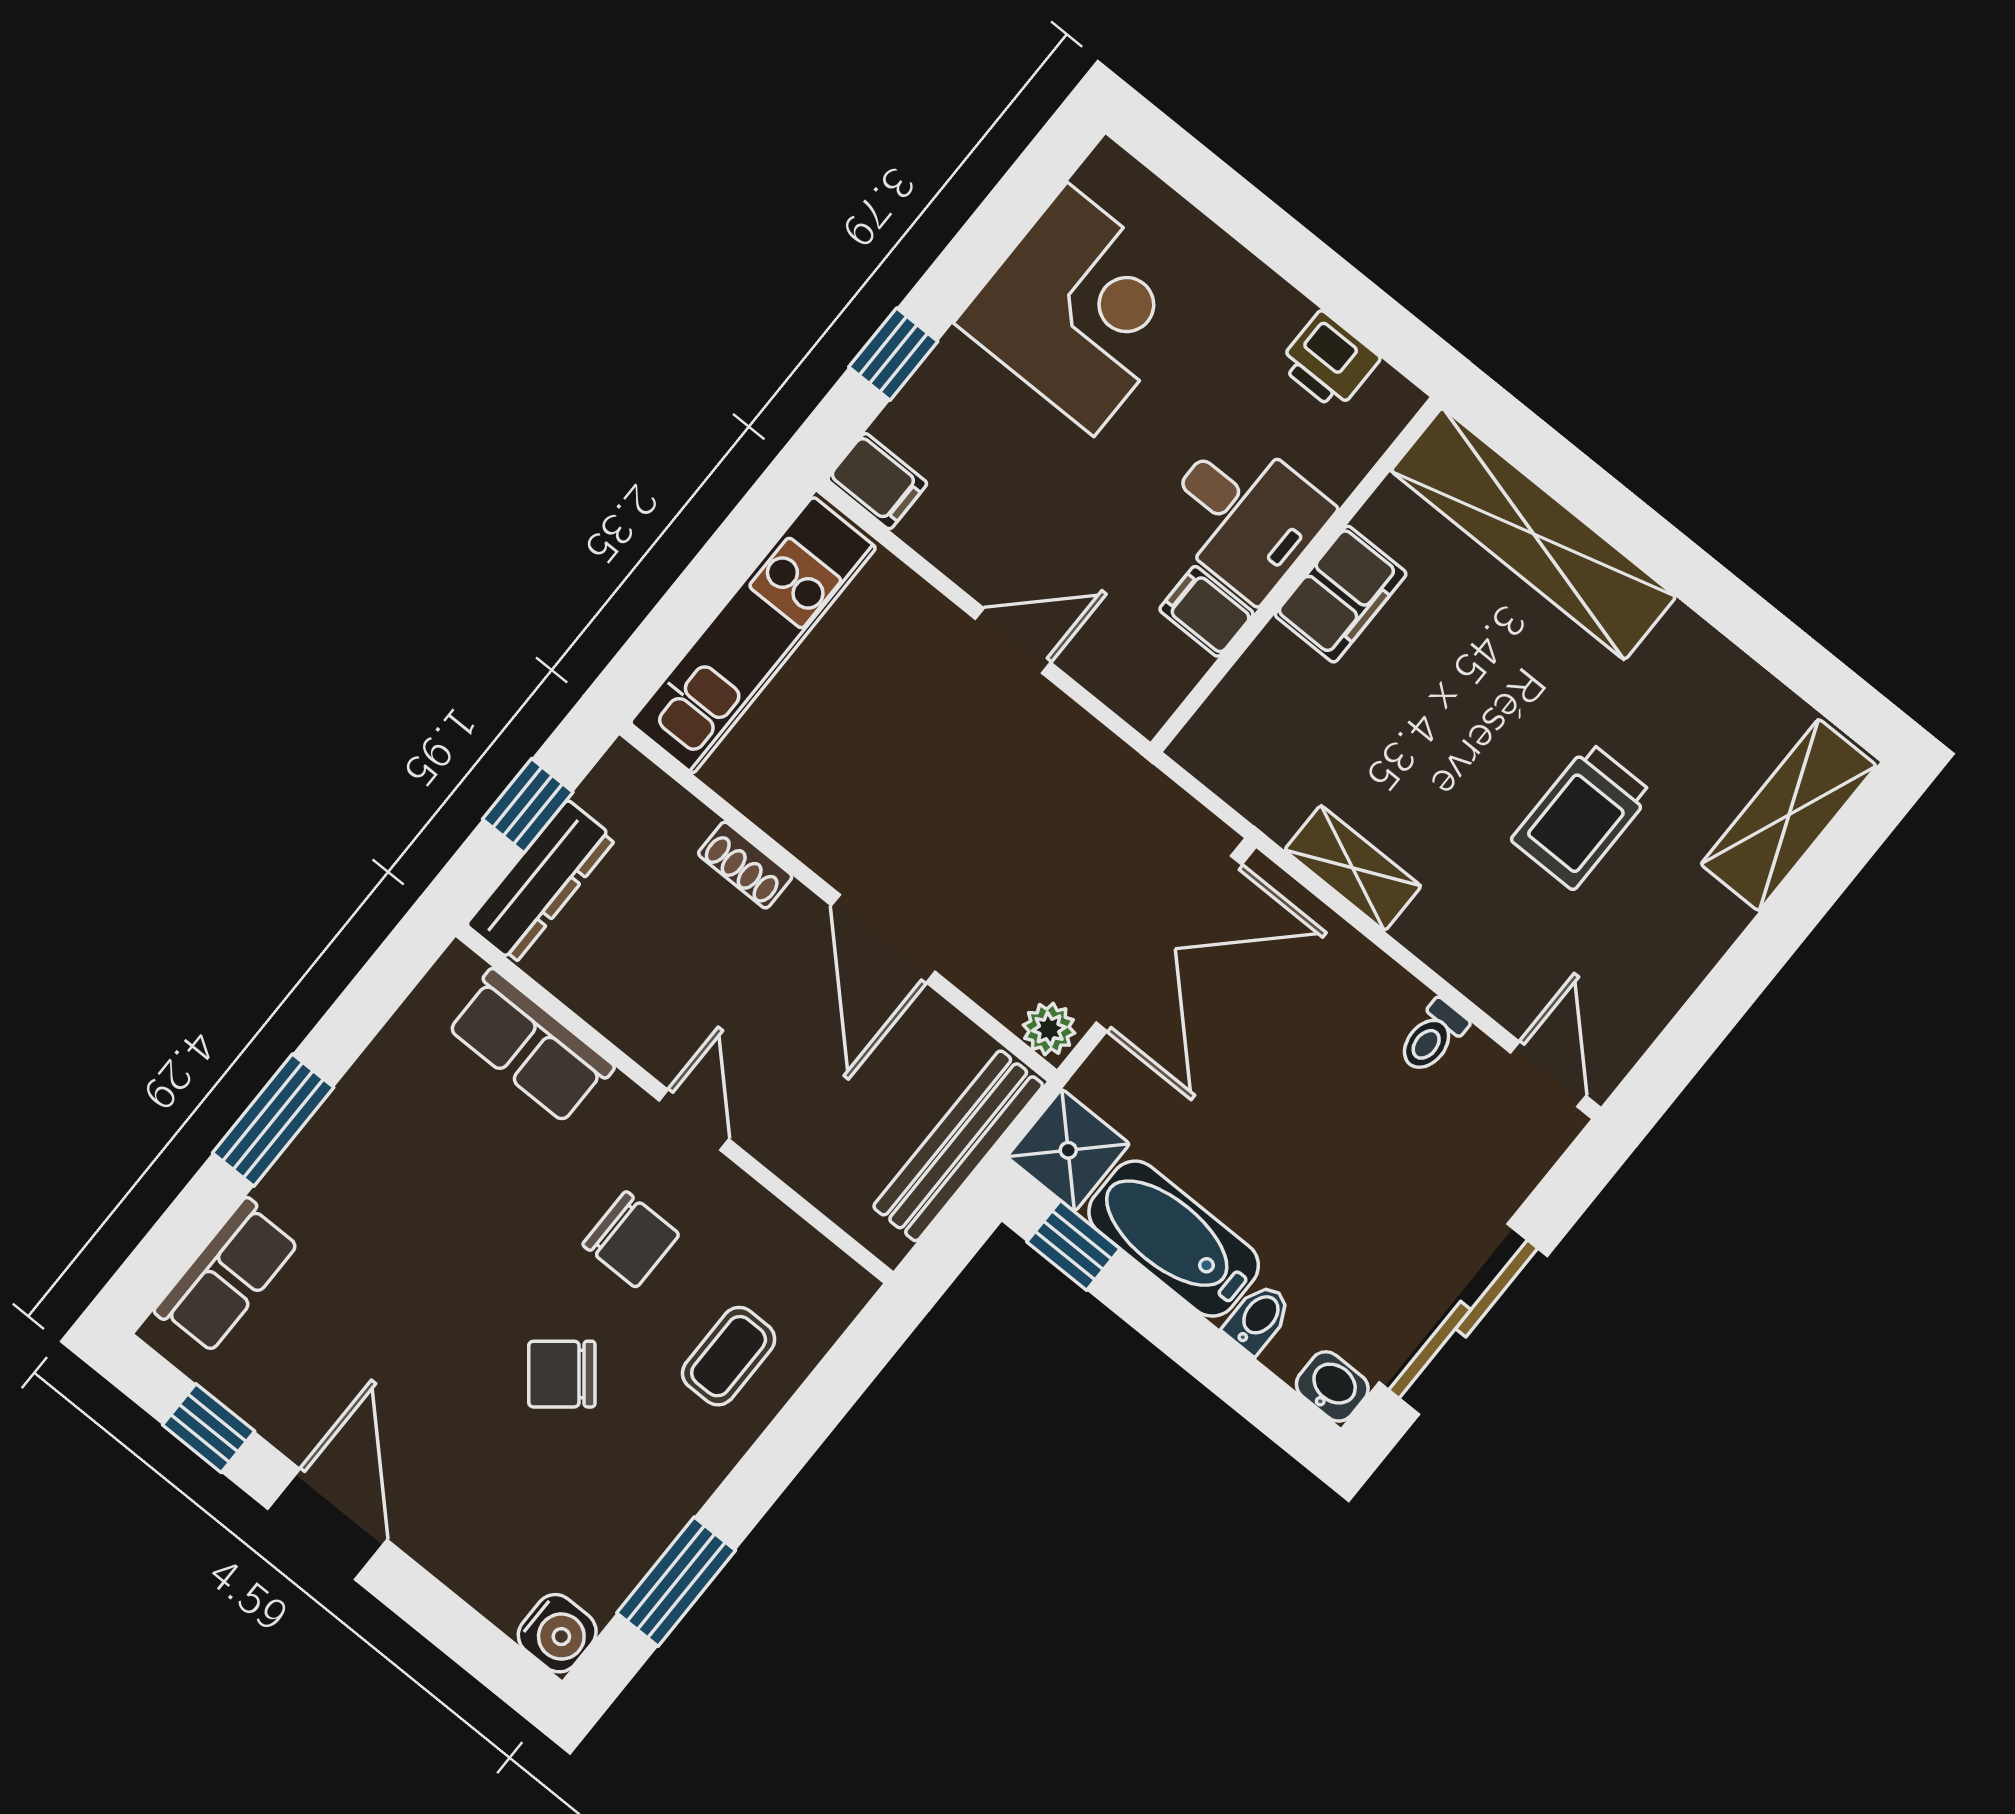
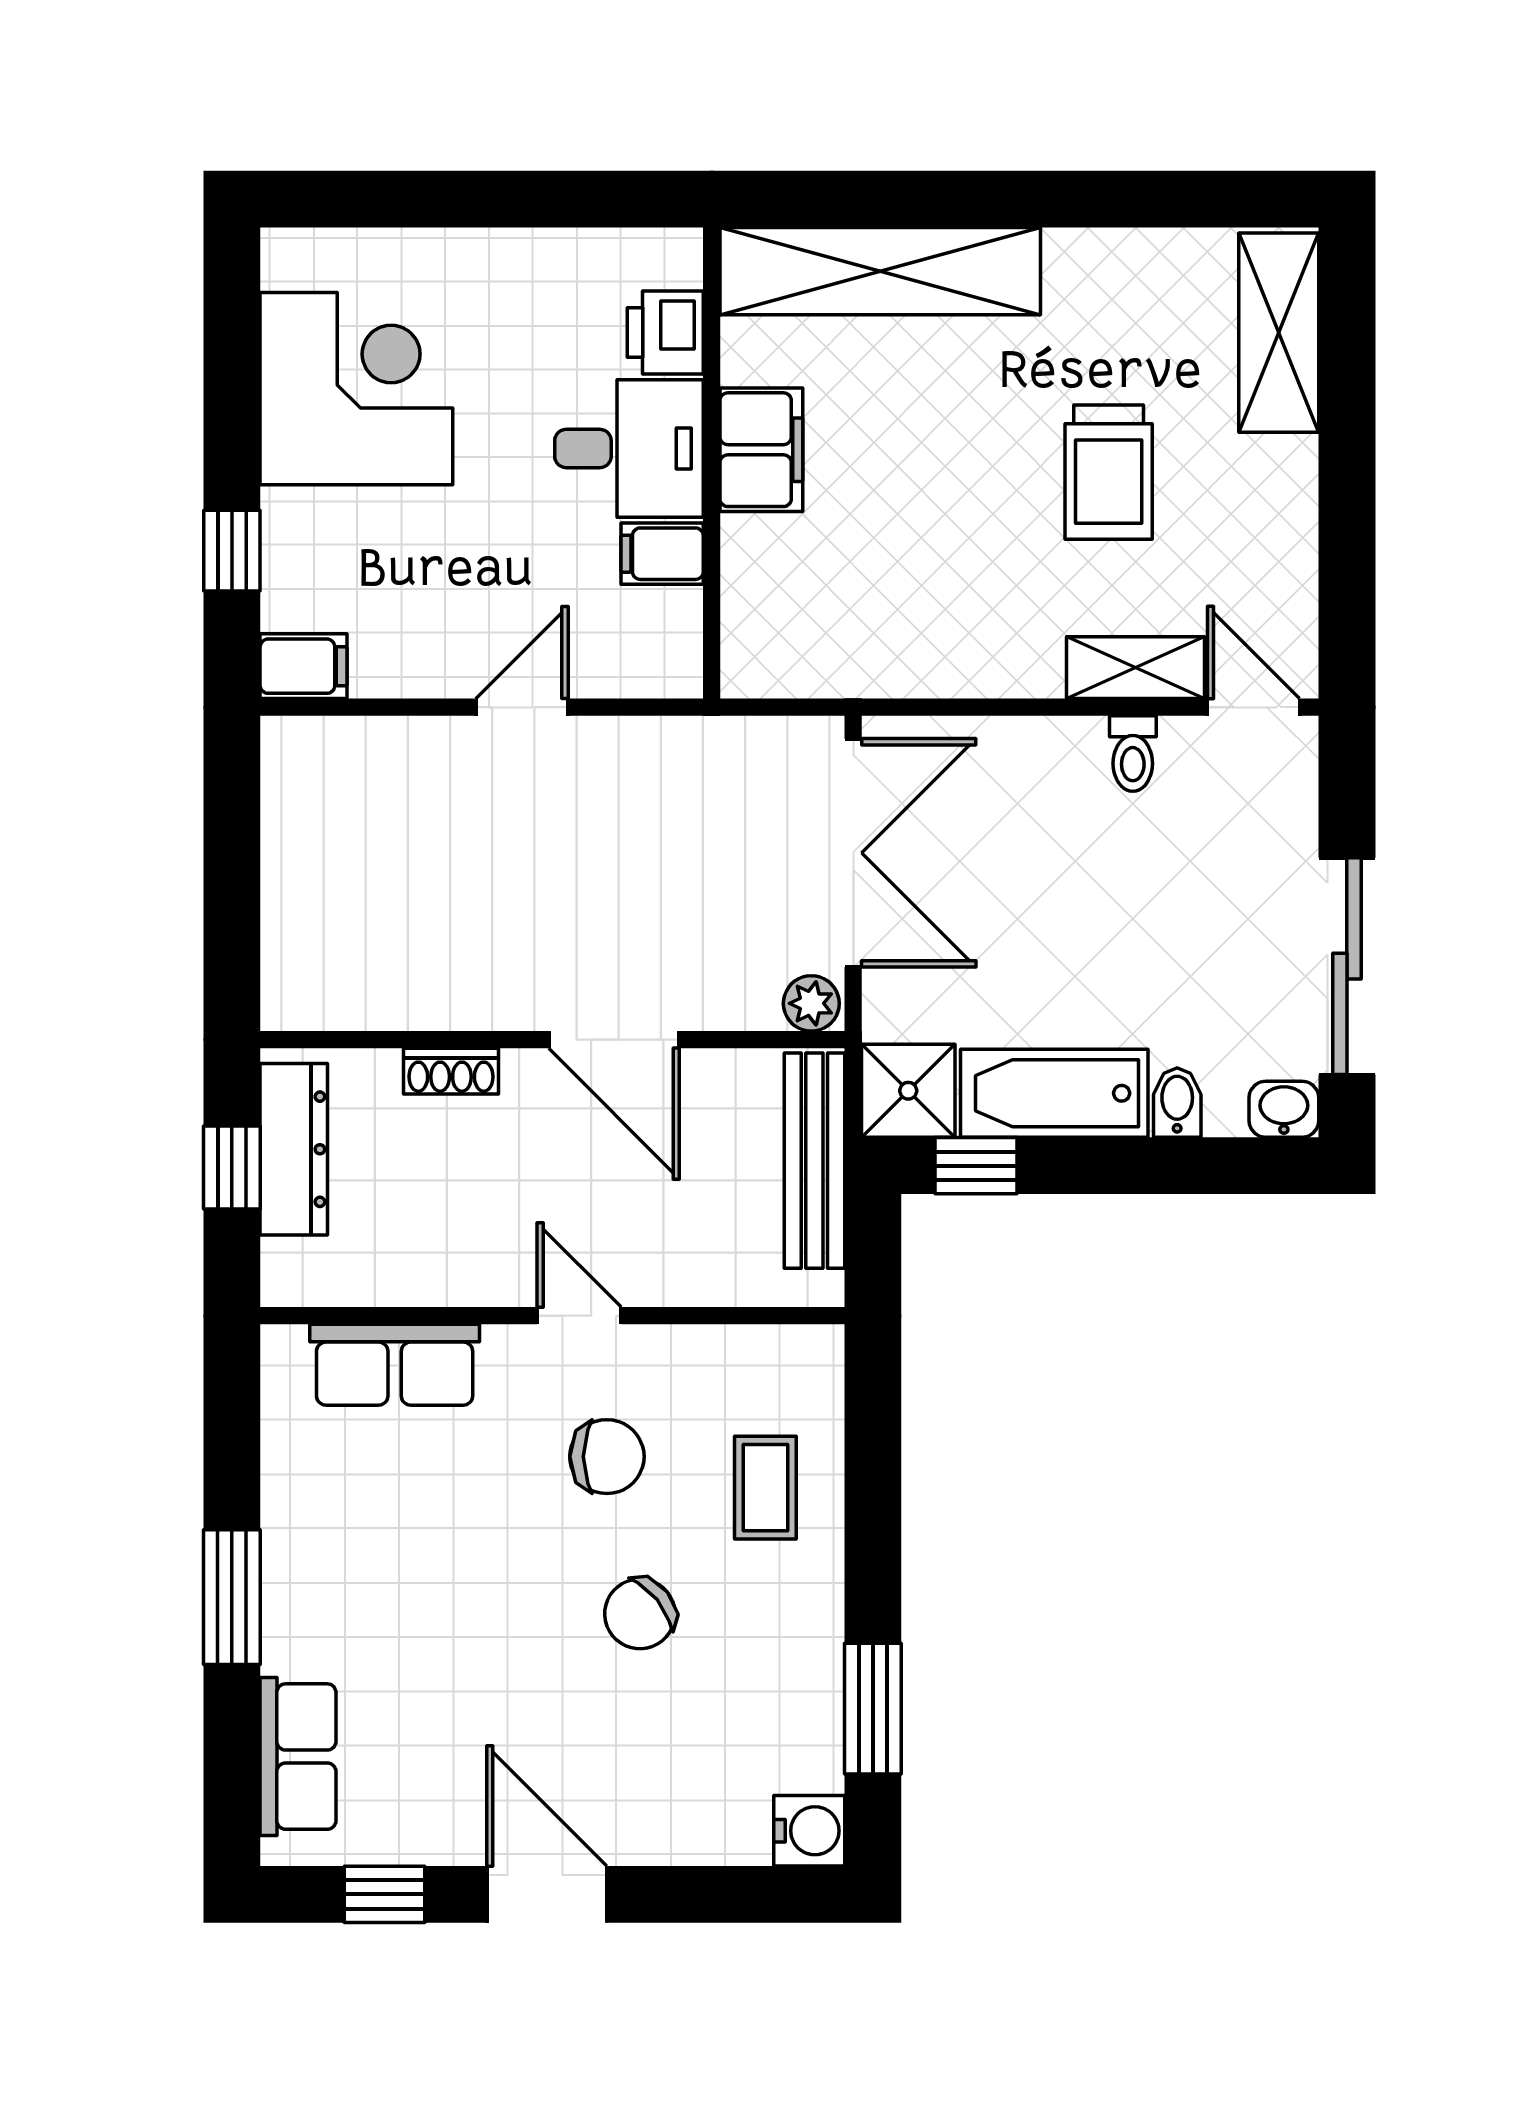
printer: (1329, 361) -> (665, 332), moved, turned 90
kitchen unit: (753, 635) -> (304, 876), removed
shelving: (1353, 868) -> (1135, 668), moved
dresser: (541, 882) -> (294, 1149), moved

